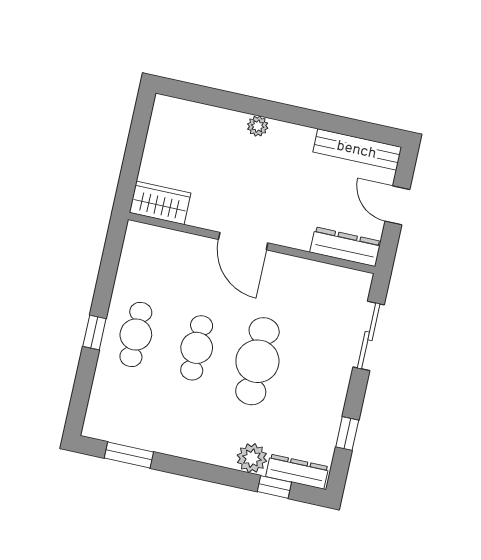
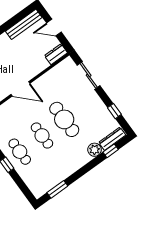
dresser: (345, 247) -> (56, 54), width x0.70

